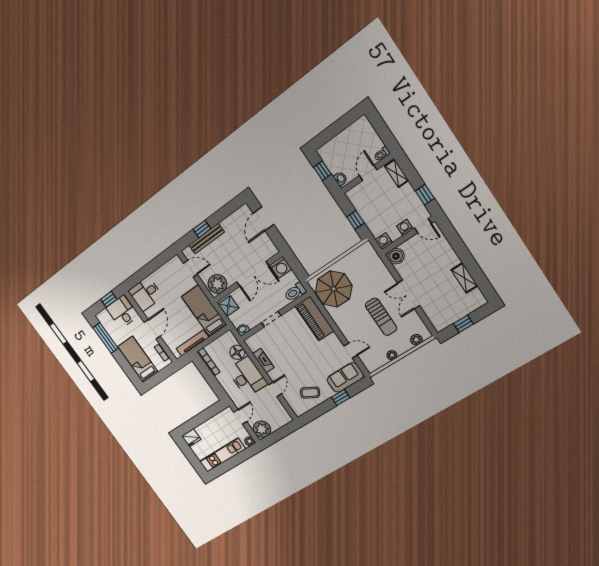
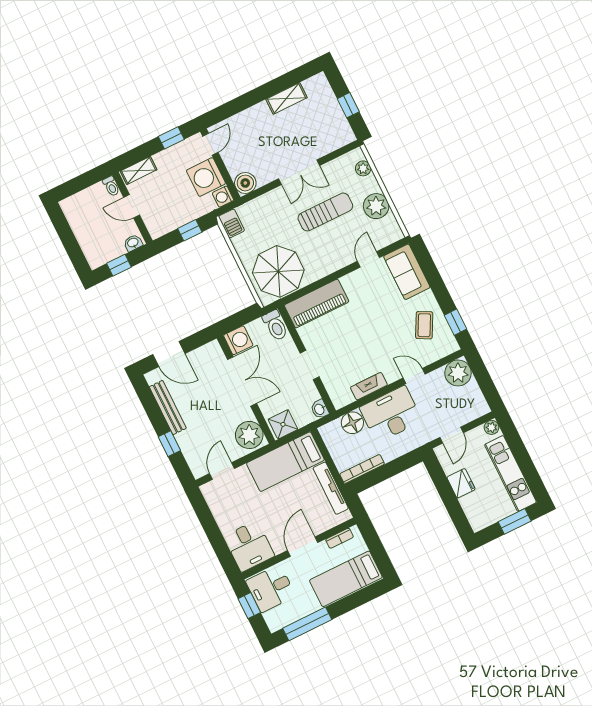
washing machine: (405, 227) -> (206, 177), width x1.89, depth x1.89
bench: (207, 239) -> (168, 407), moved
barbecue: (364, 250) -> (231, 223), added
door: (152, 329) -> (303, 547), hinge flipped
plant: (392, 355) -> (376, 206), width x1.88, depth x1.88
window: (341, 397) -> (455, 322), moved
door: (240, 417) -> (452, 435), swing flipped
plant: (262, 429) -> (458, 373), moved
fridge: (191, 438) -> (461, 483), moved
window: (193, 460) -> (515, 521), added

